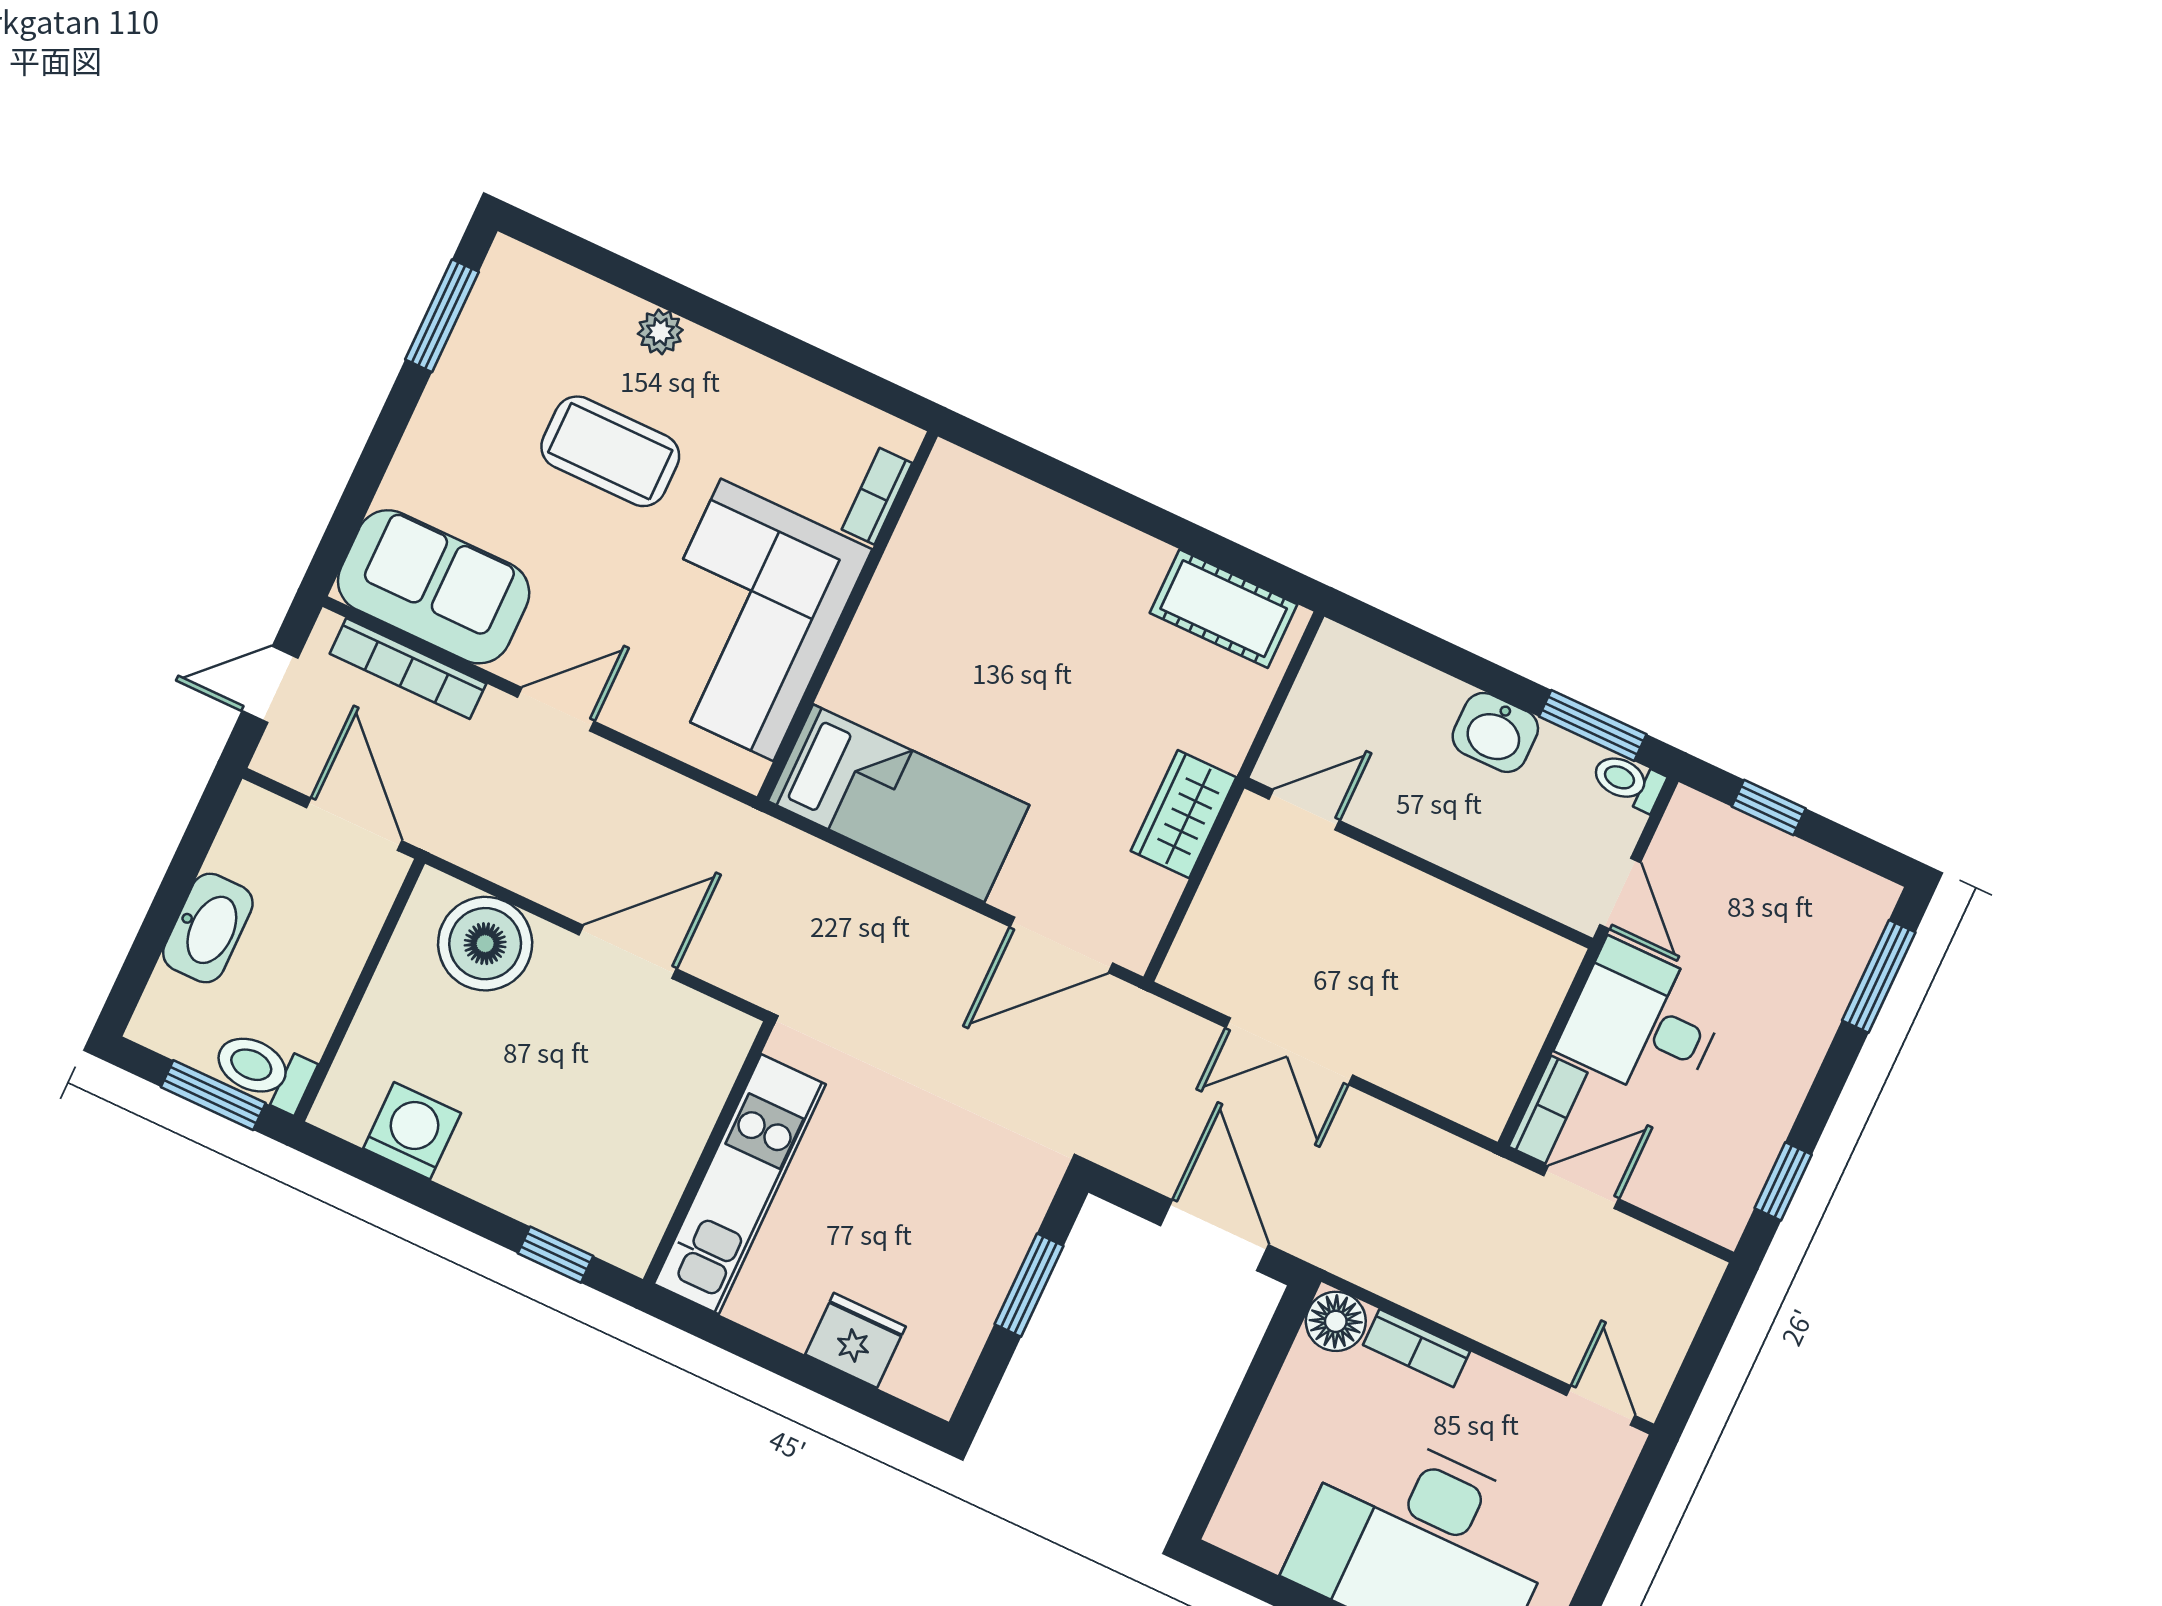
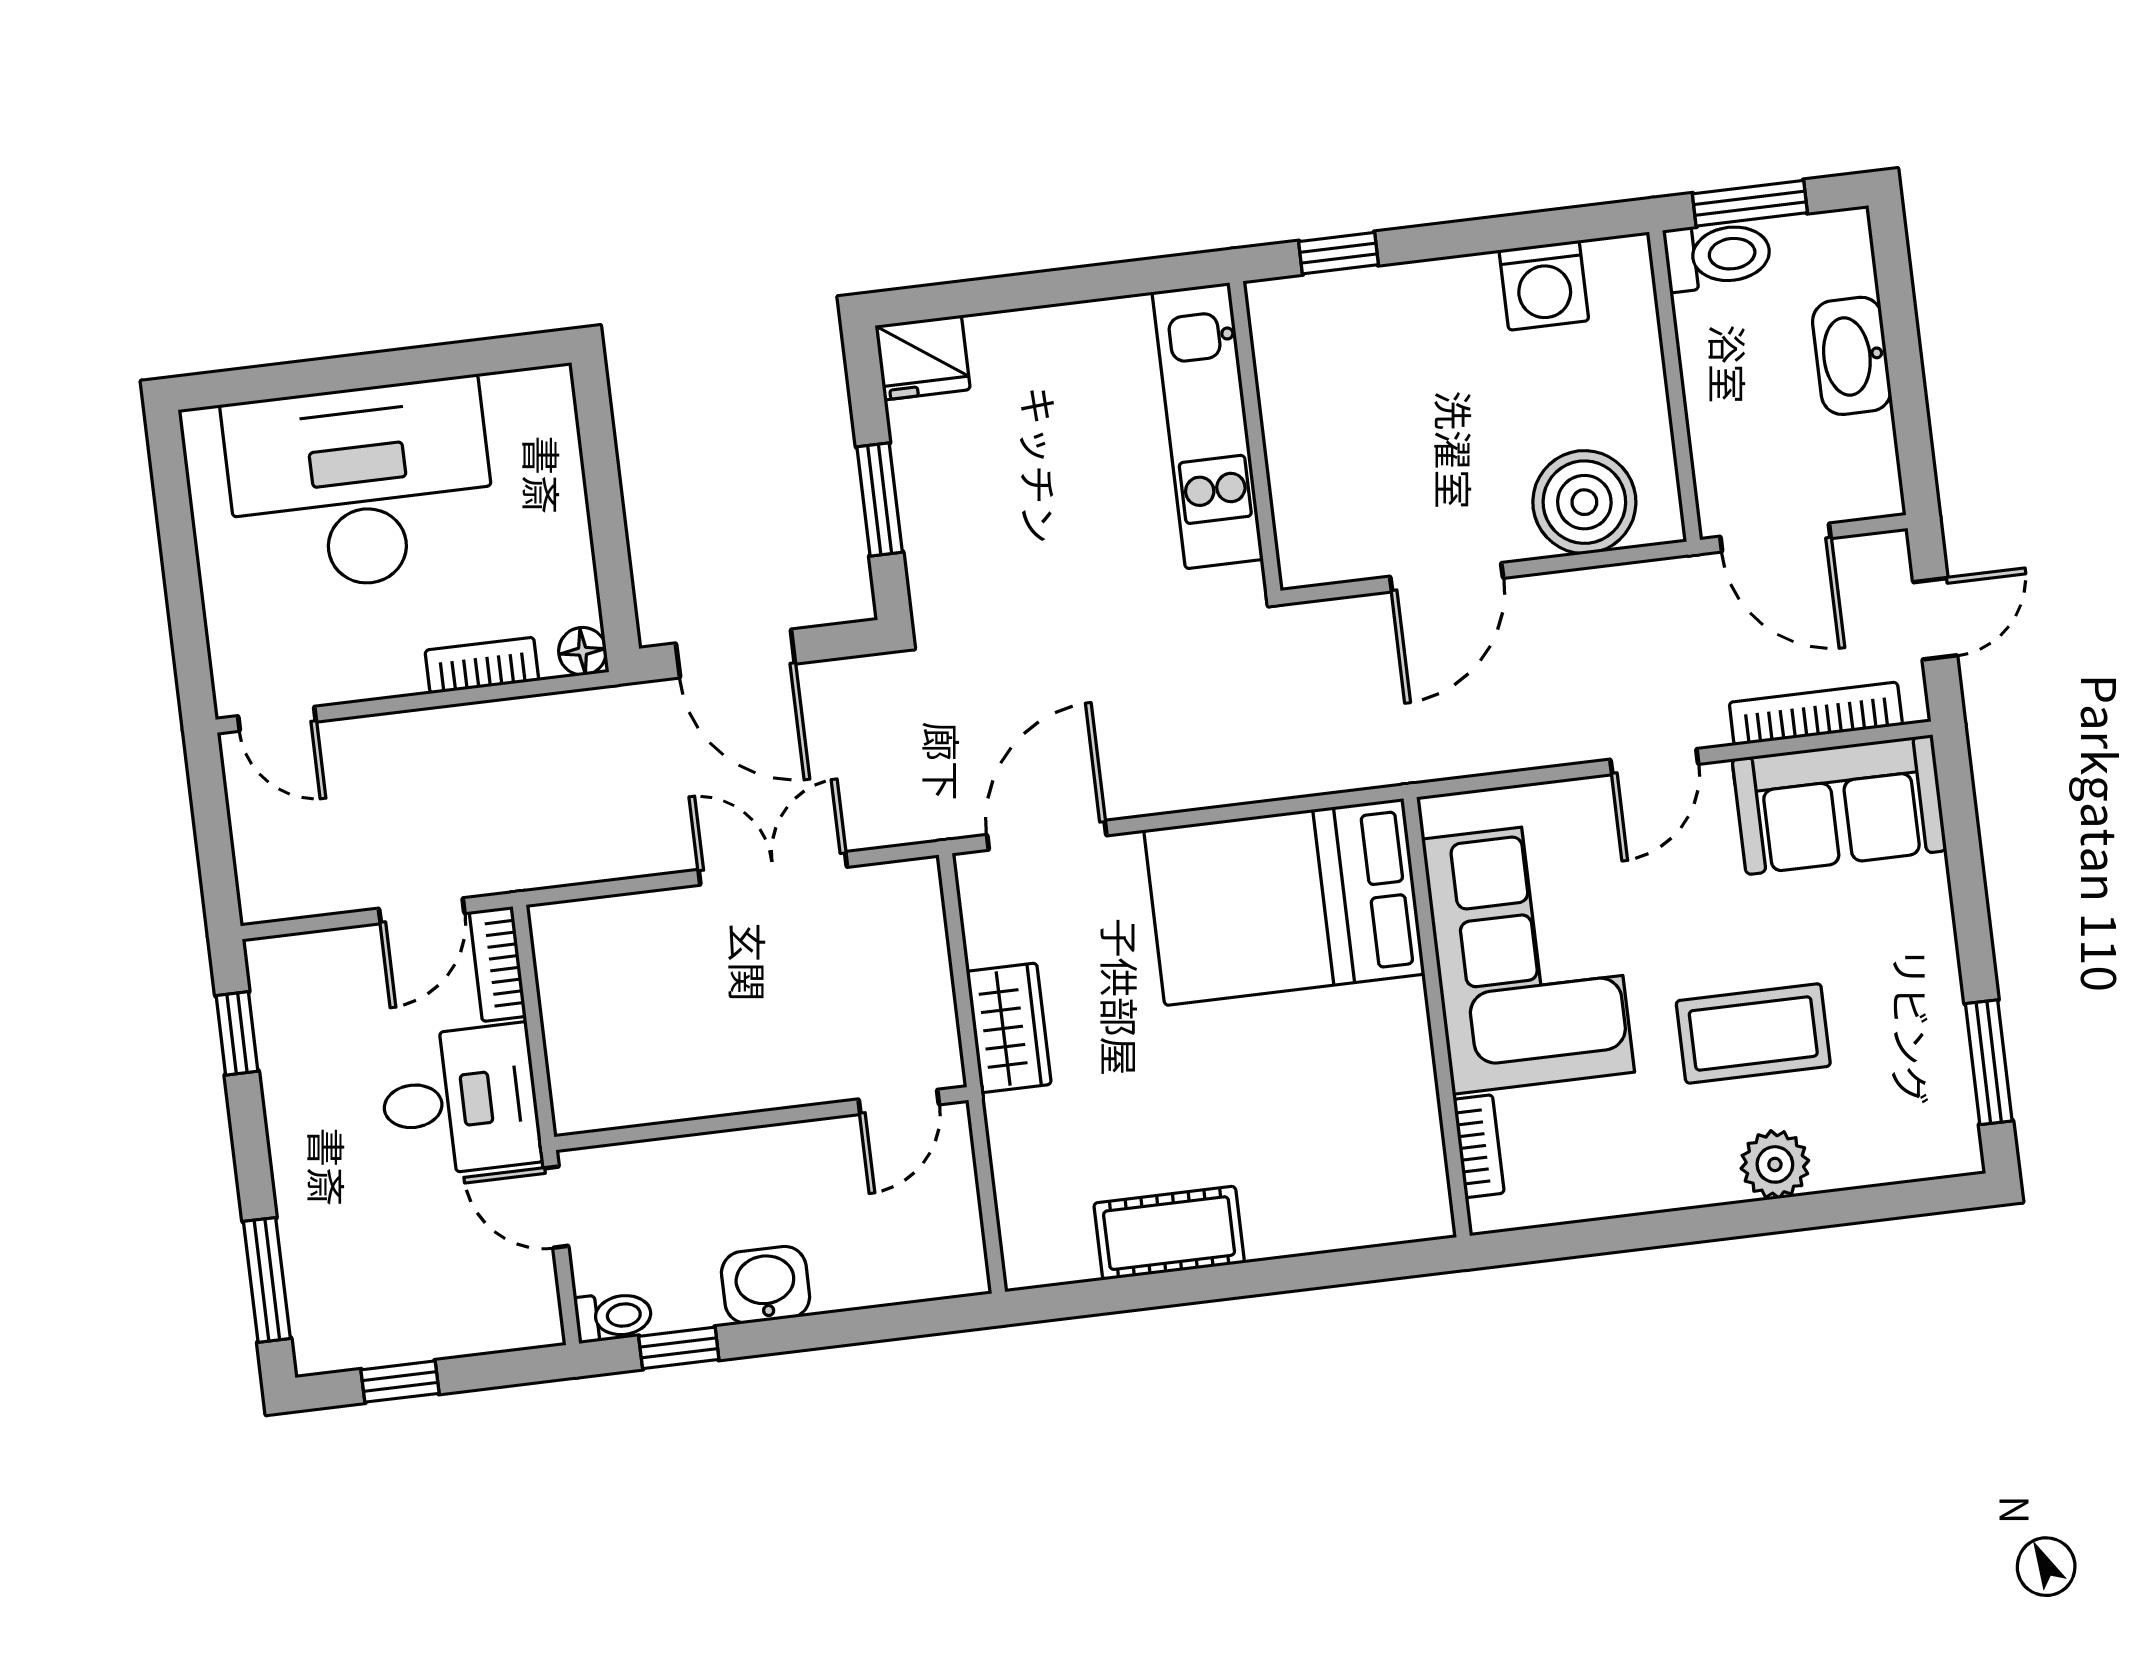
plant: (660, 332) -> (1775, 1164), width x1.38, depth x1.38
cot: (1224, 609) -> (1169, 1233), moved
window: (1593, 725) -> (679, 1348), width x0.67
bed: (899, 803) -> (1284, 902), width x1.50
window: (1769, 808) -> (400, 1382), moved
floor lamp: (1336, 1321) -> (583, 651), width x0.73, depth x0.73
fridge: (855, 1340) -> (923, 358), moved

